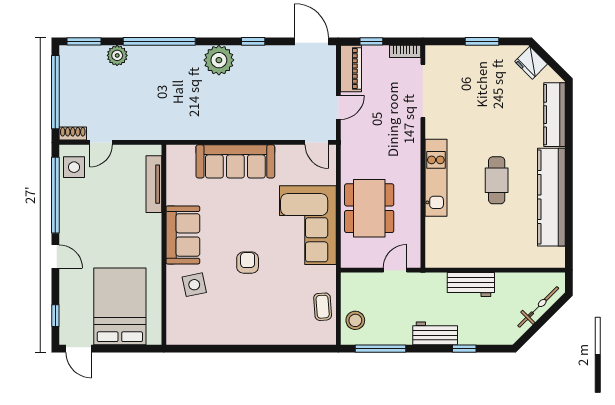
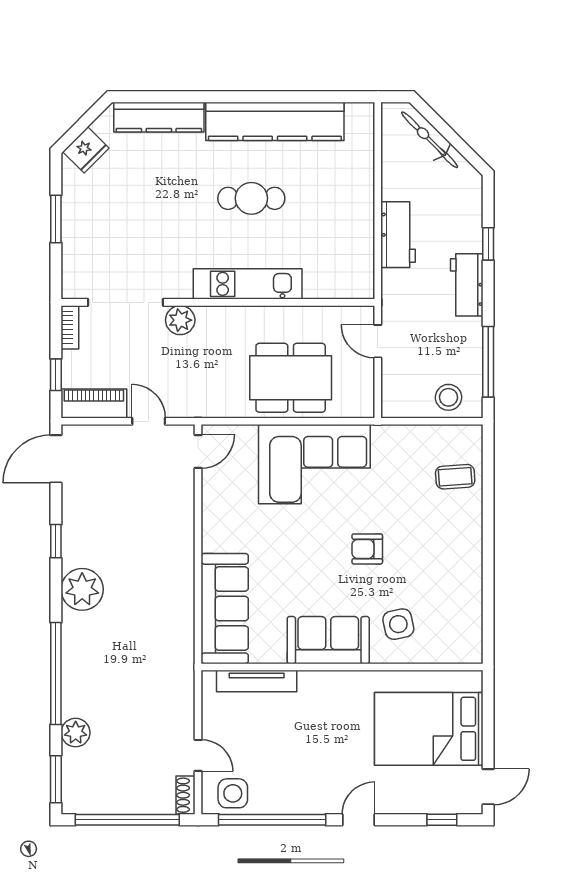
plant: (410, 130) -> (180, 320), added
sofa: (235, 161) -> (225, 609), moved
coffee table: (323, 307) -> (455, 477), moved

